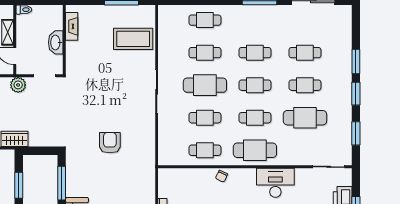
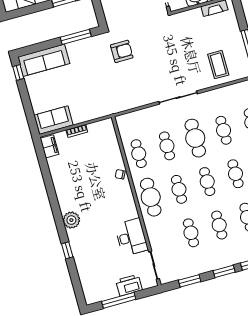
coffee table: (133, 39) -> (218, 65), width x0.73, depth x0.76
cafe table: (305, 118) -> (191, 233), width x0.73, depth x0.74
armchair: (110, 143) -> (122, 51), moved
desk: (275, 183) -> (131, 237), moved

